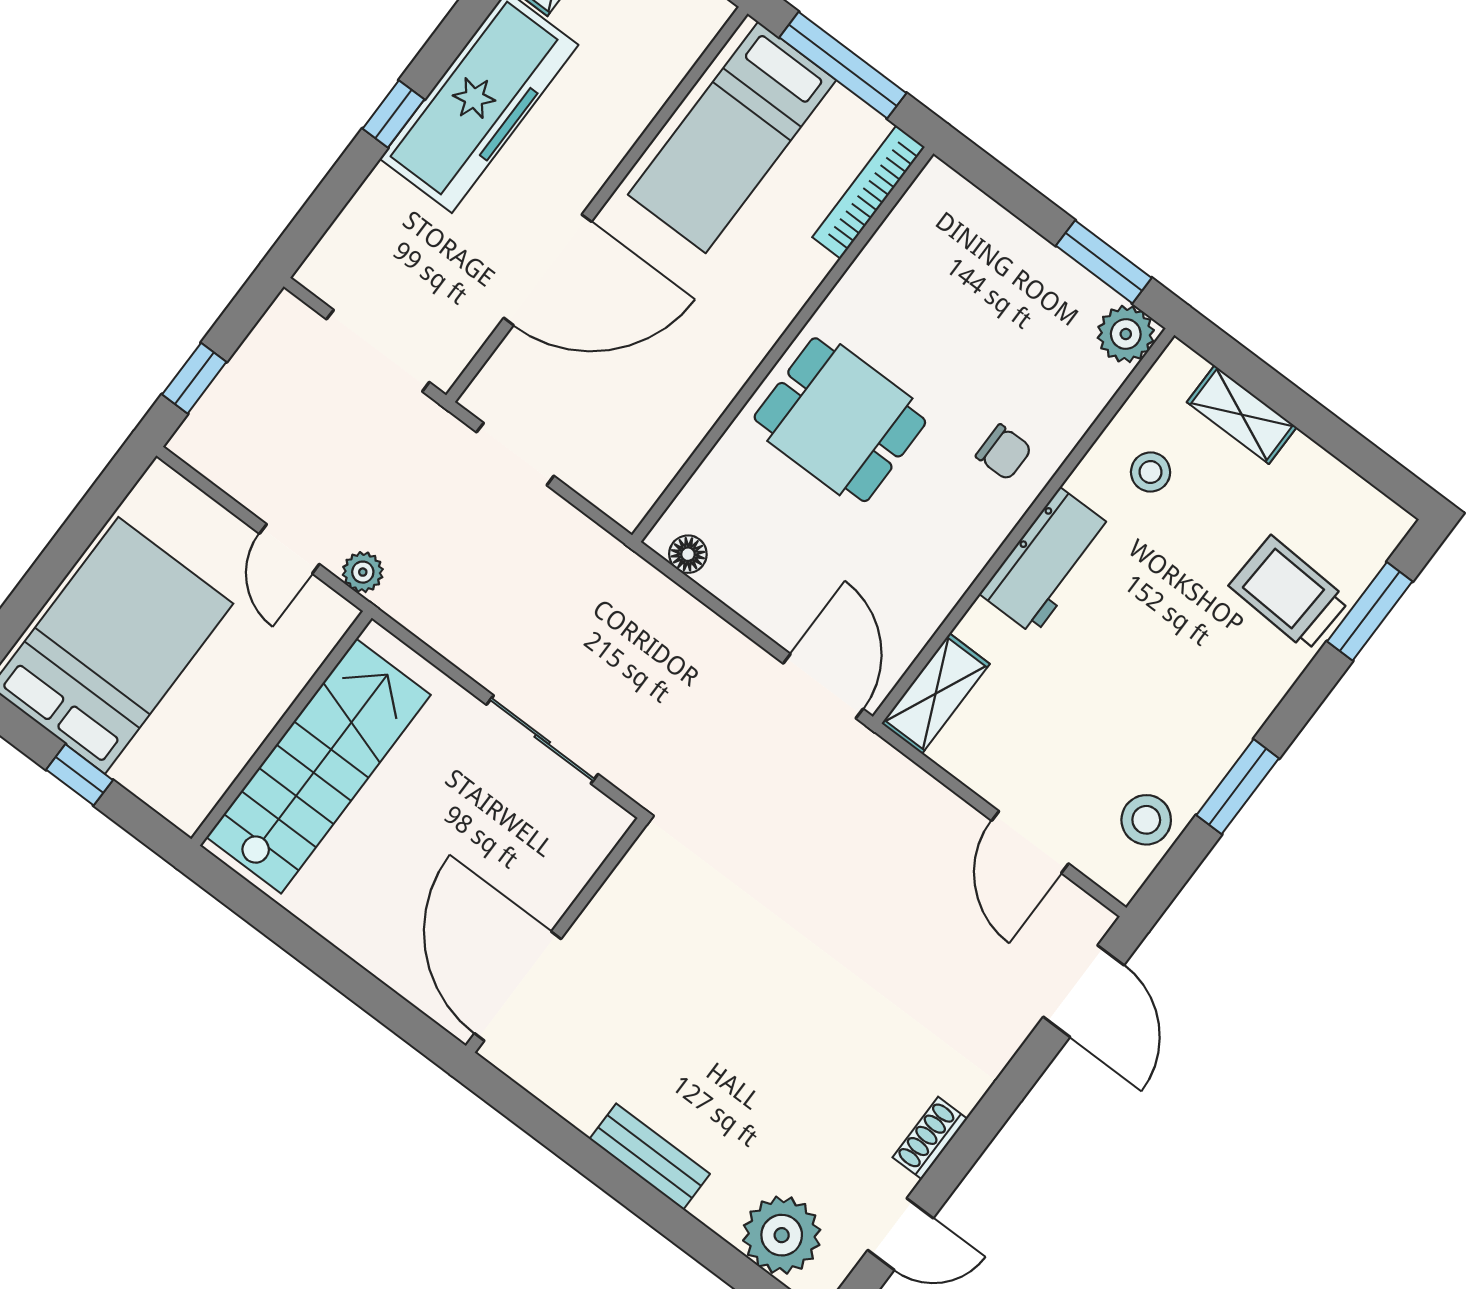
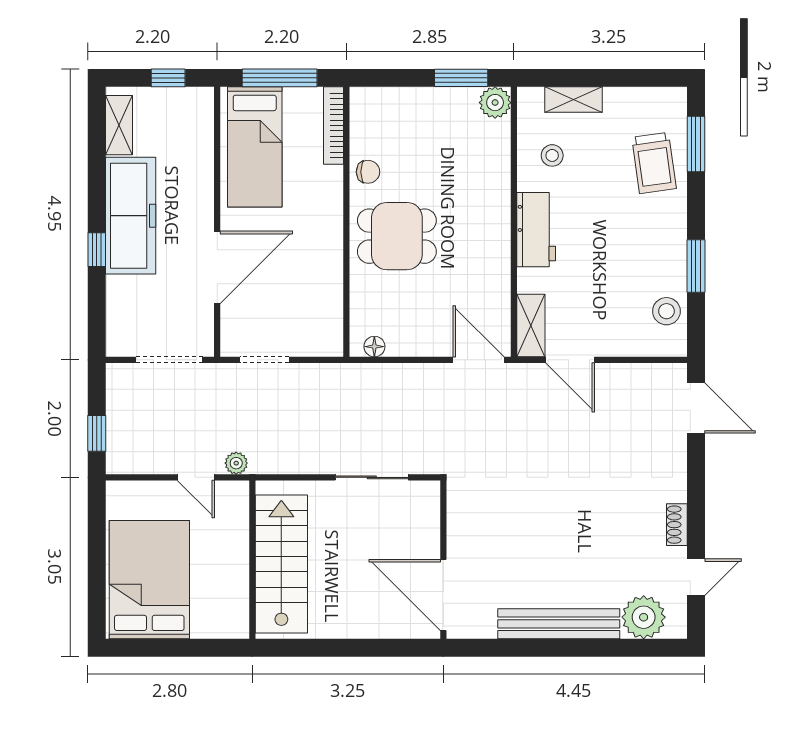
chair: (1004, 452) -> (368, 172), moved
trolley: (1289, 593) -> (654, 163), turned -101
window: (79, 775) -> (178, 648), removed
door: (1030, 842) -> (570, 360), moved
bench: (650, 1157) -> (559, 624), width x1.86, depth x1.21

